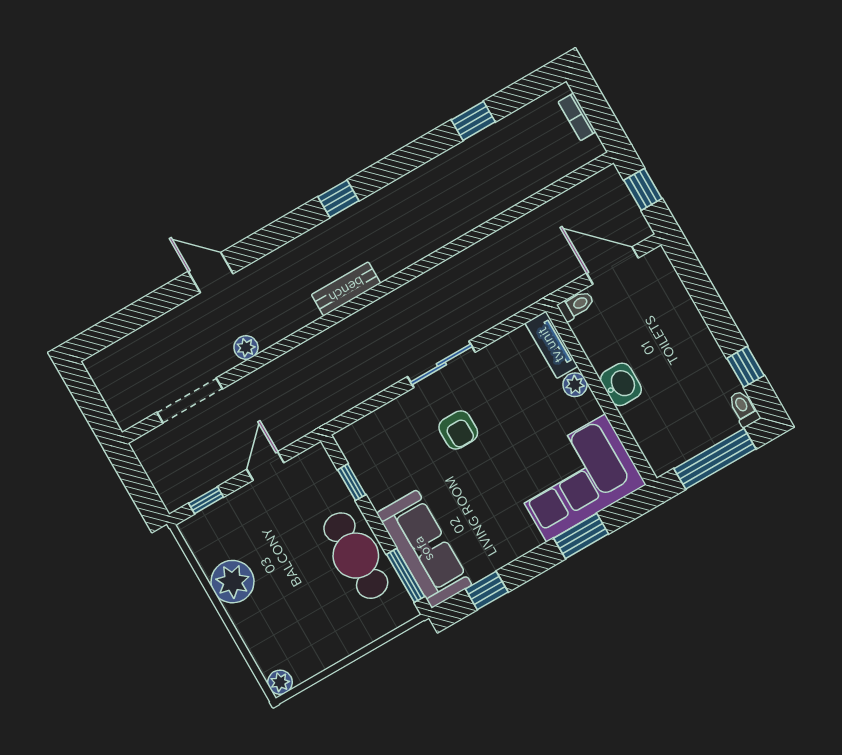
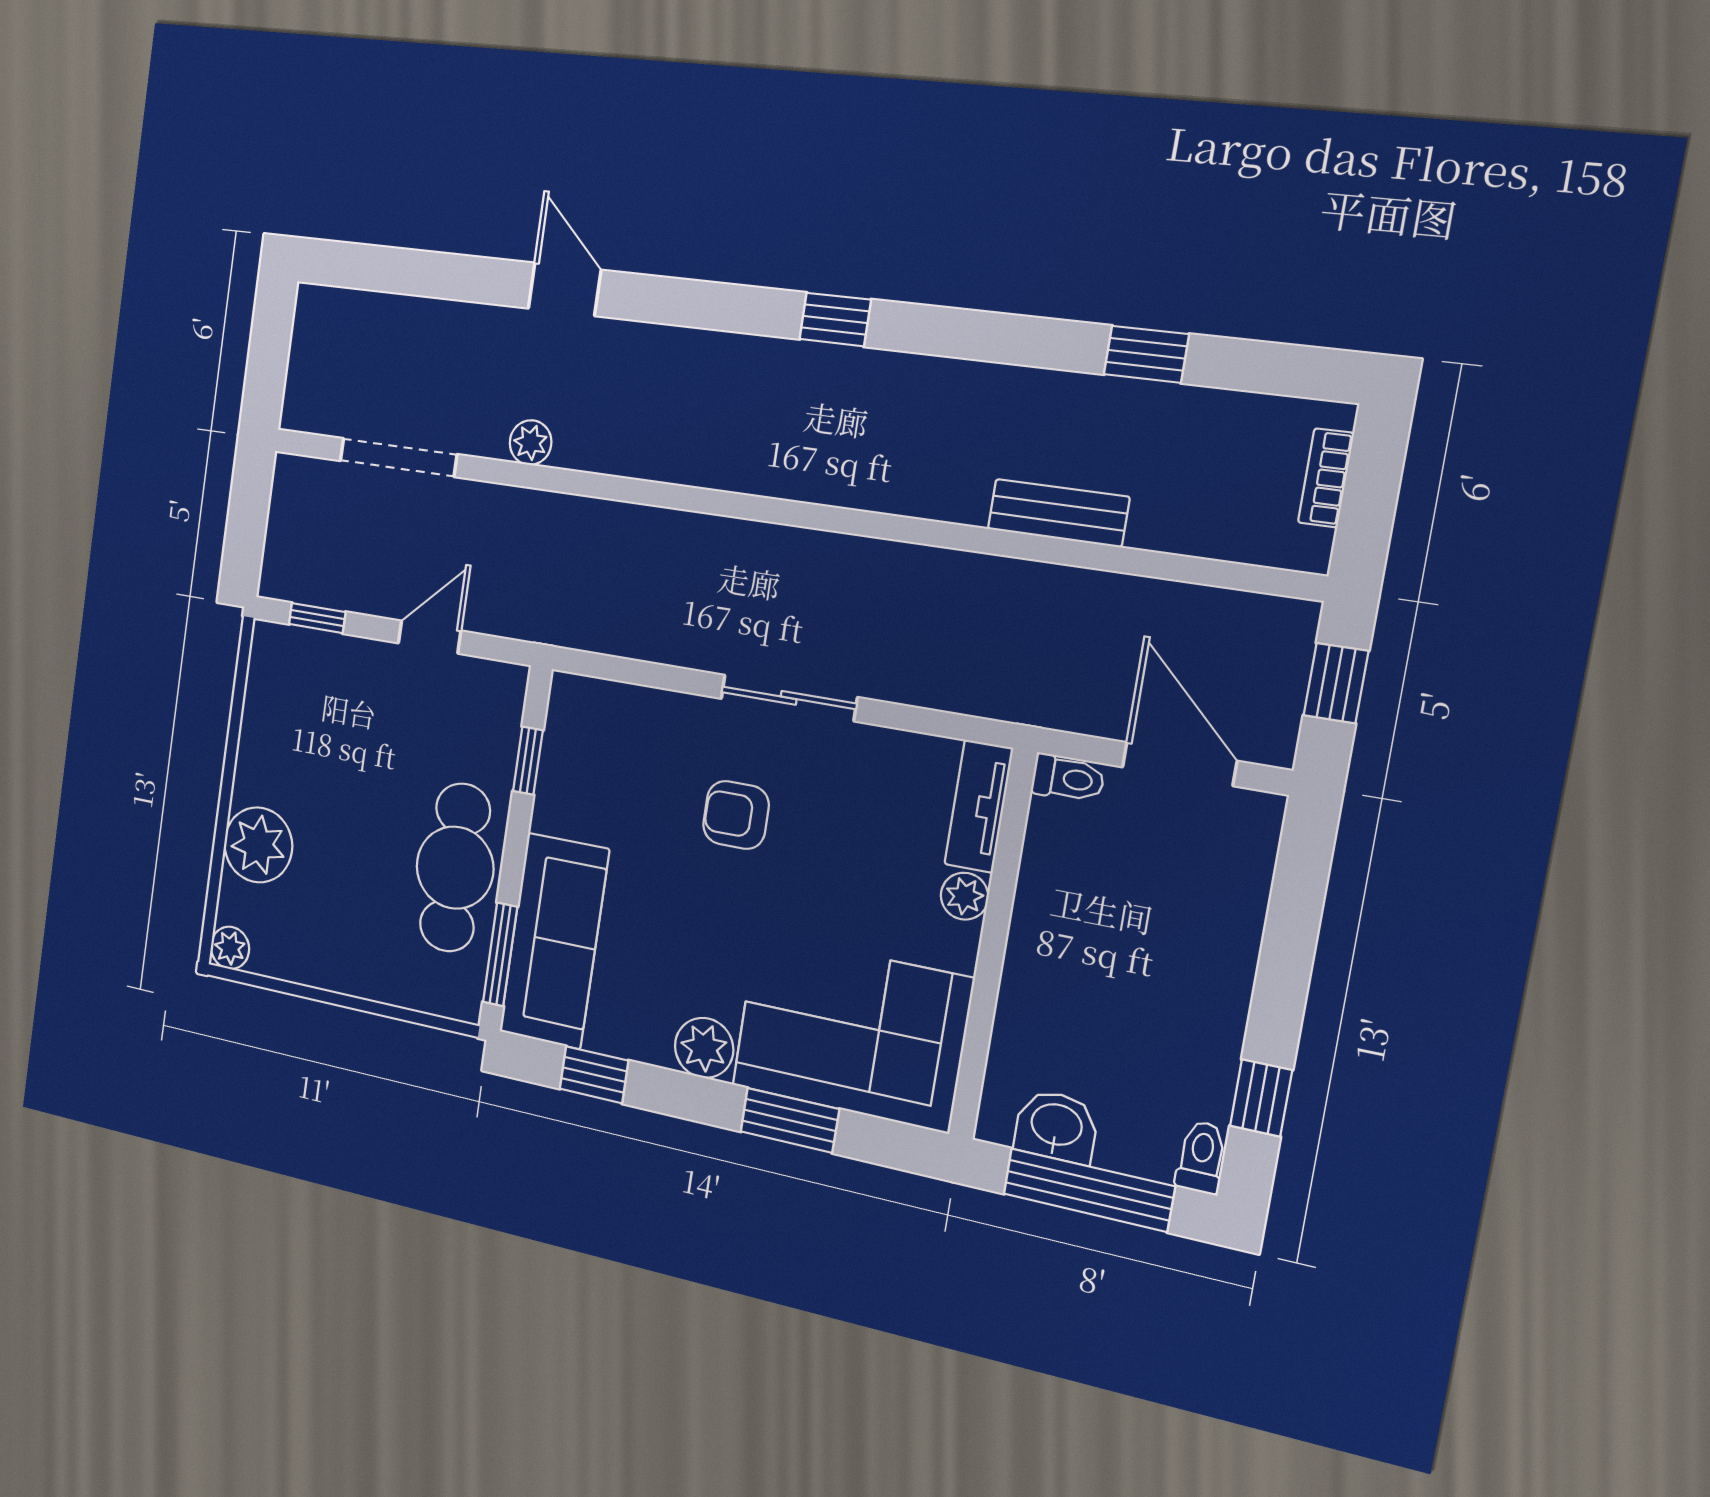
bench: (346, 289) -> (1058, 513), moved
washbasin: (621, 384) -> (1056, 1126), moved, turned -90
armchair: (458, 430) -> (736, 815), turned 90
plant: (523, 538) -> (704, 1048), added
plant: (233, 582) -> (258, 845), moved

